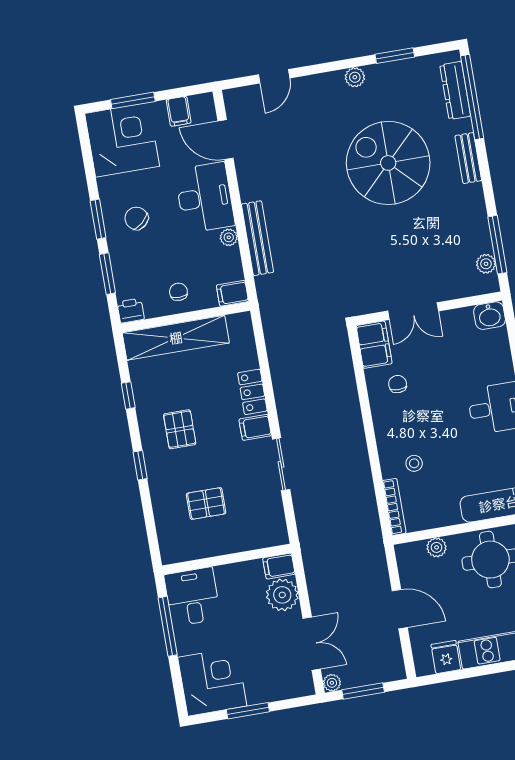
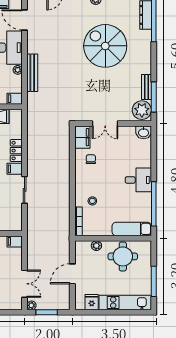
bench: (468, 158) -> (146, 87), moved
plant: (486, 264) -> (142, 110), width x1.88, depth x1.88
plant: (282, 595) -> (14, 256), removed
door: (400, 609) -> (72, 274), swing flipped

